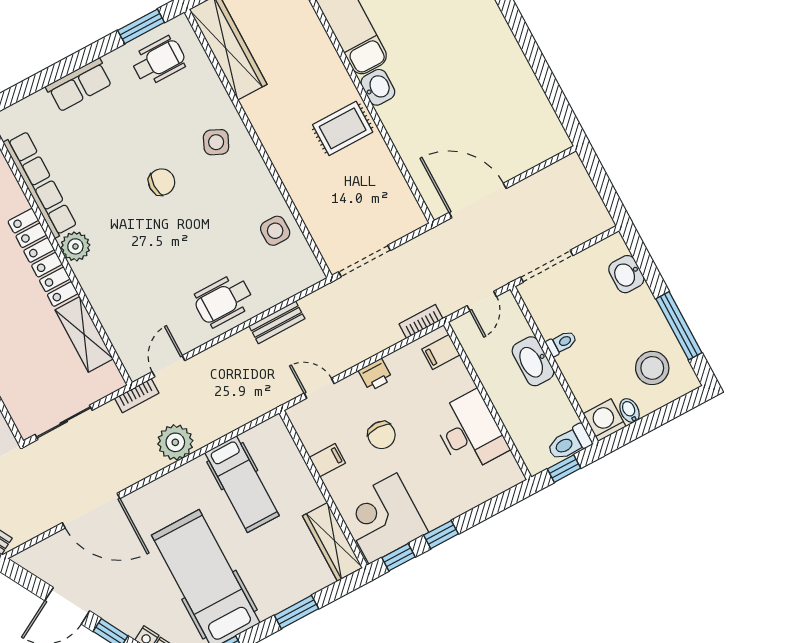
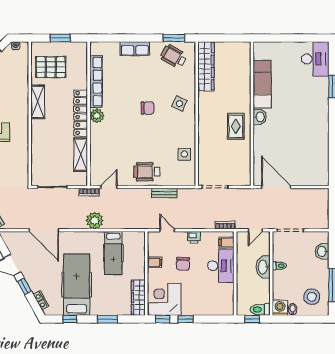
wheelchair: (159, 61) -> (174, 56), turned -150
rug: (343, 128) -> (236, 126), turned 90
desk: (470, 432) -> (221, 266), moved

